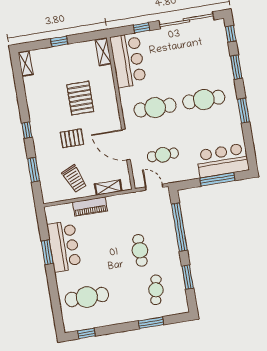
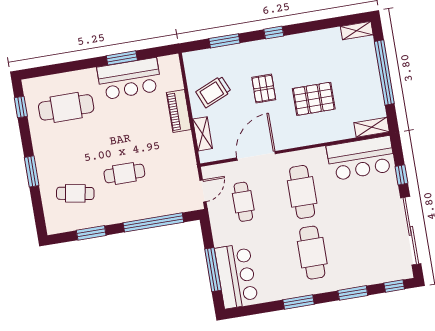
window: (59, 41) -> (384, 72), width x3.17
cafe table: (87, 297) -> (66, 107), turned 90
window: (151, 323) -> (32, 171), moved

